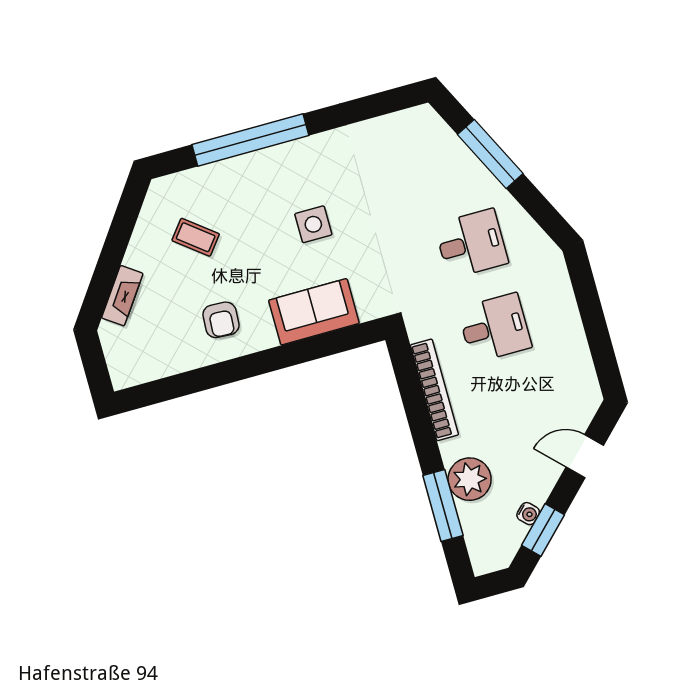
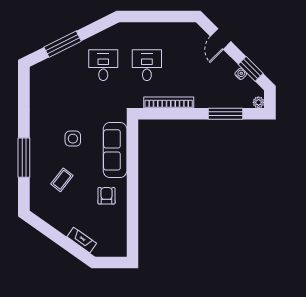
window: (250, 140) -> (24, 158), width x0.68
coffee table: (196, 237) -> (62, 180), moved
sofa: (314, 312) -> (115, 150), width x1.36
armchair: (221, 320) -> (107, 196), turned -93
plant: (470, 479) -> (258, 102), moved, width x0.53, depth x0.53

